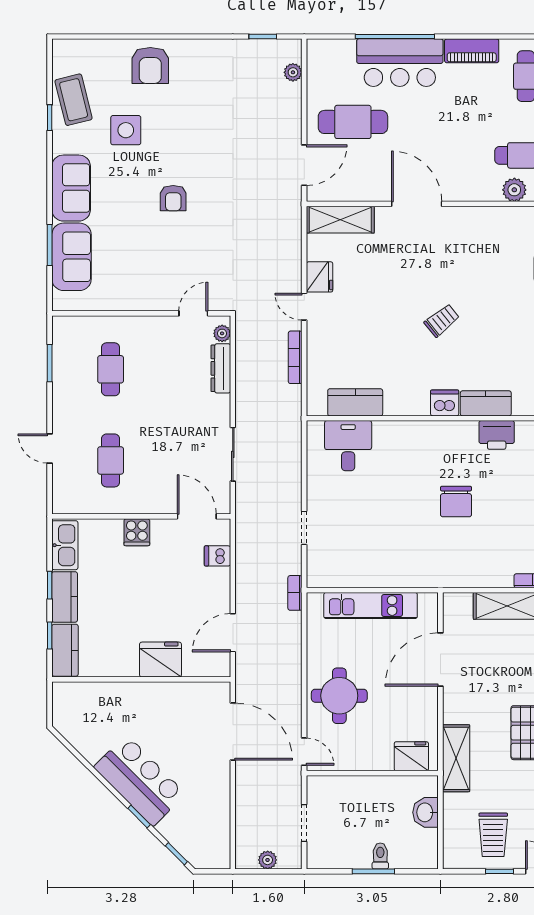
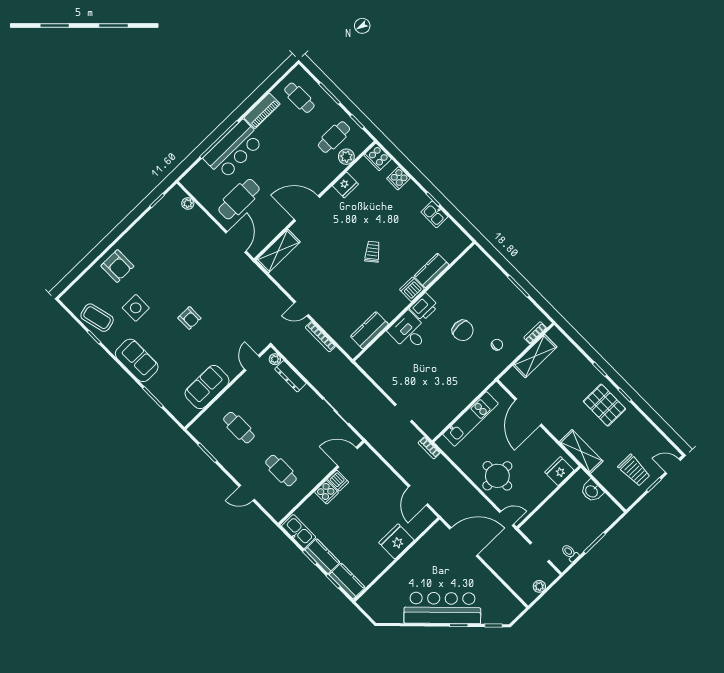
sofa: (72, 257) -> (207, 387), moved, turned -90
fridge: (320, 277) -> (345, 185), moved, turned 90
printer: (497, 435) -> (424, 307), moved
desk: (348, 446) -> (409, 332), moved
chair: (478, 553) -> (497, 345), added
dishwasher: (217, 556) -> (338, 481), moved, turned -90
bar counter: (140, 780) -> (442, 608), width x1.36
toilet: (380, 856) -> (570, 553), moved

